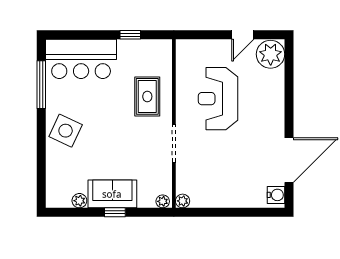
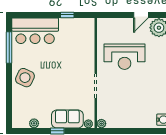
rug: (147, 96) -> (78, 55), removed
reception desk: (218, 99) -> (125, 57), turned -90
sofa: (112, 194) -> (67, 119), moved

